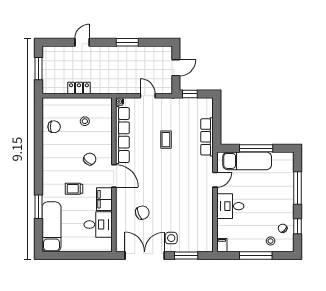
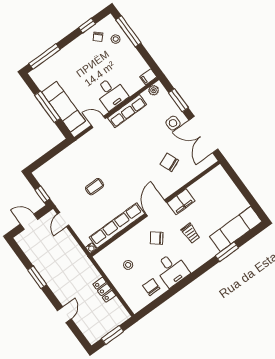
door: (82, 42) -> (64, 315), swing flipped
door: (148, 96) -> (63, 220), moved
row of seats: (207, 137) -> (127, 111), moved
window: (298, 188) -> (45, 56), moved
desk: (98, 225) -> (172, 270), moved, turned 180
plant: (208, 242) -> (154, 90), added
window: (256, 255) -> (128, 31), moved

